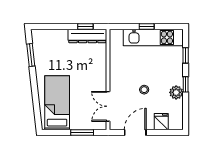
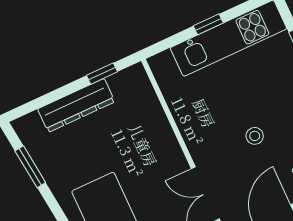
dresser: (87, 36) -> (76, 105), moved

